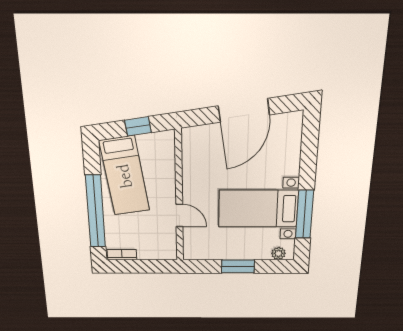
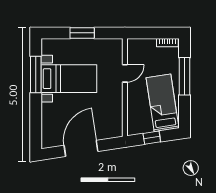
window: (96, 212) -> (184, 76), width x0.68
door: (179, 215) -> (125, 73), swing flipped
plant: (278, 253) -> (53, 44), removed

